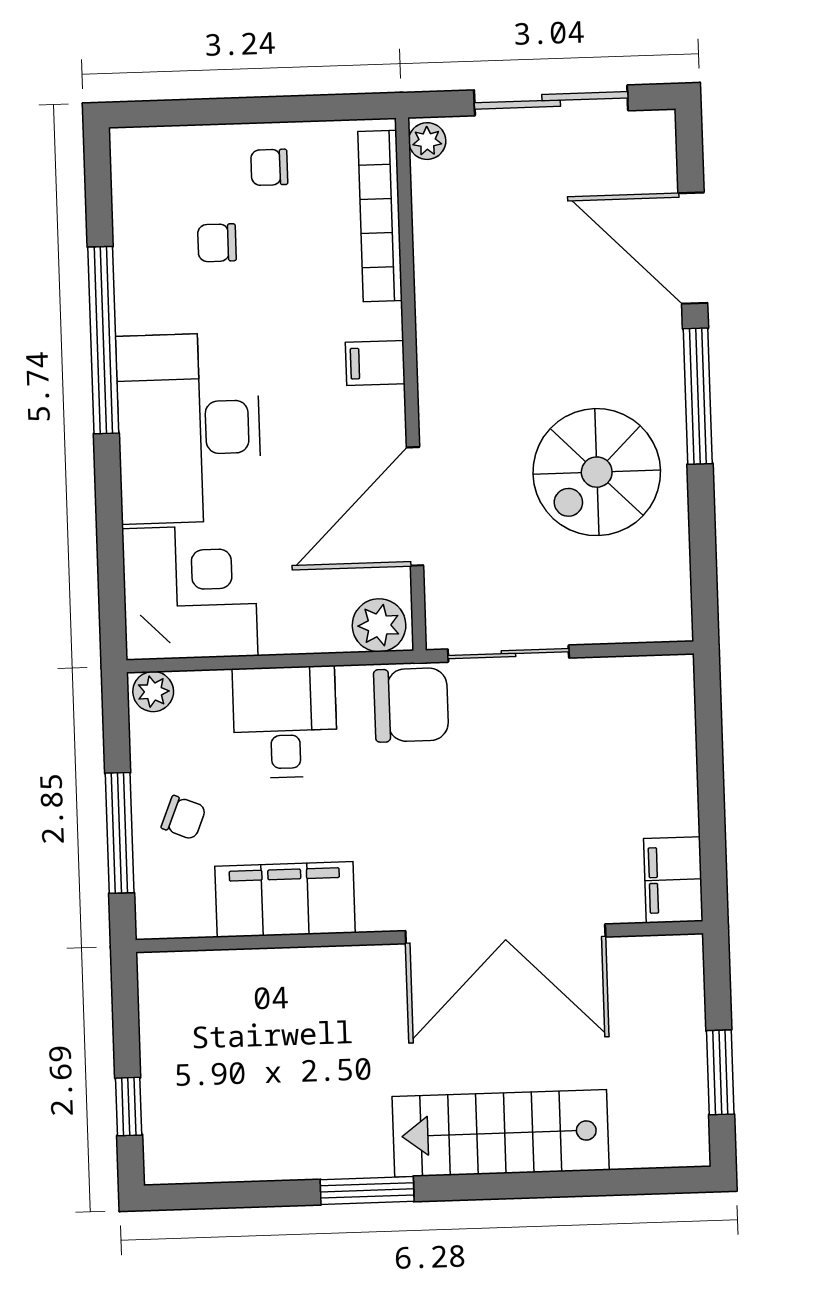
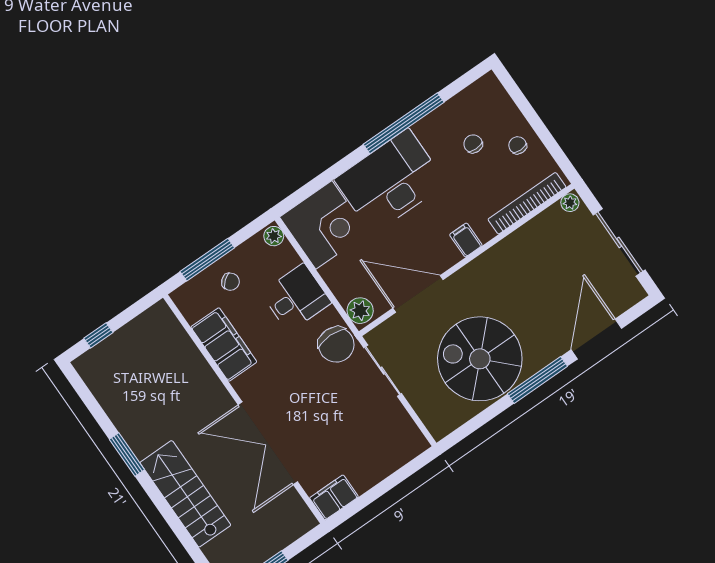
spiral stairs: (597, 472) -> (480, 359), width x1.37, depth x1.37
chair: (184, 818) -> (230, 282), turned -62

